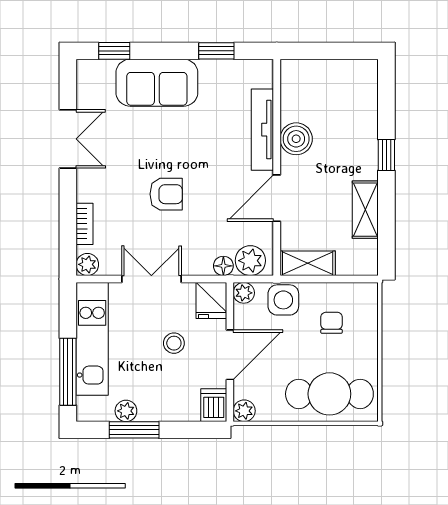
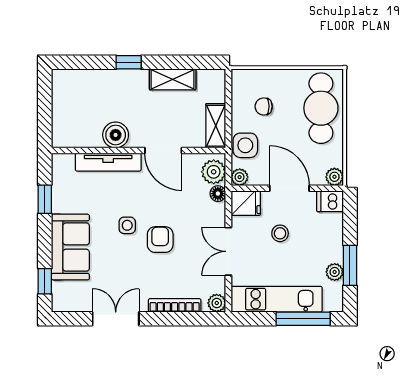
side table: (184, 153) -> (127, 225), added
bookcase: (84, 224) -> (175, 305), width x1.56

